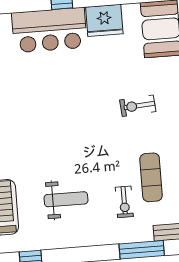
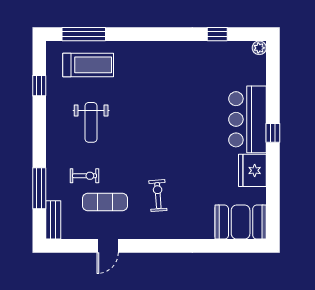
exercise bike: (138, 106) -> (158, 196), moved
exercise bike: (124, 202) -> (84, 176), turned 180

